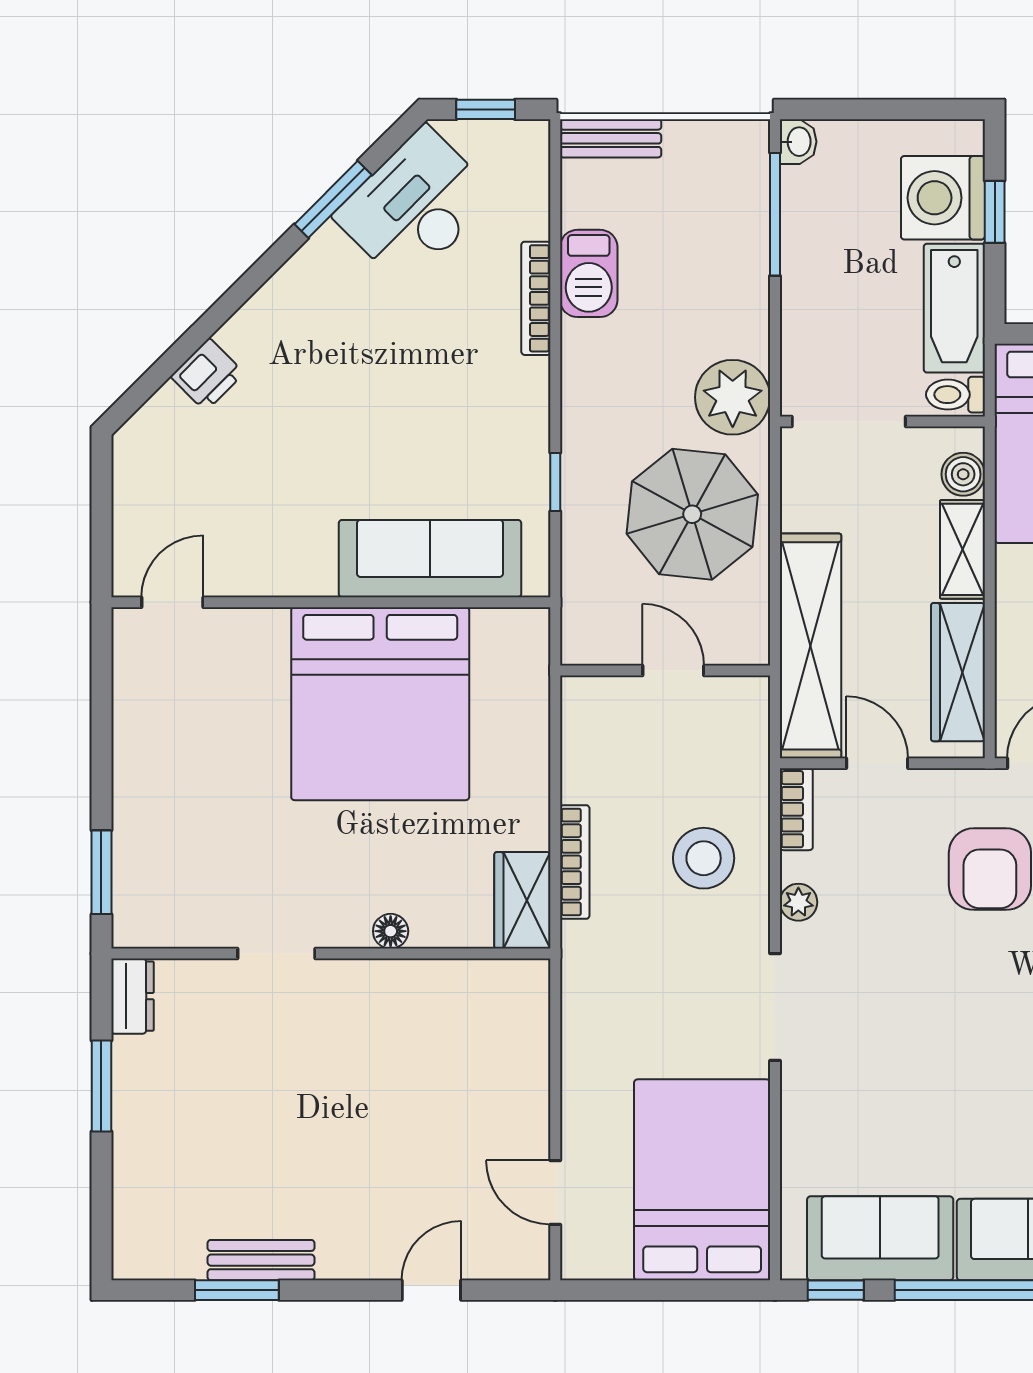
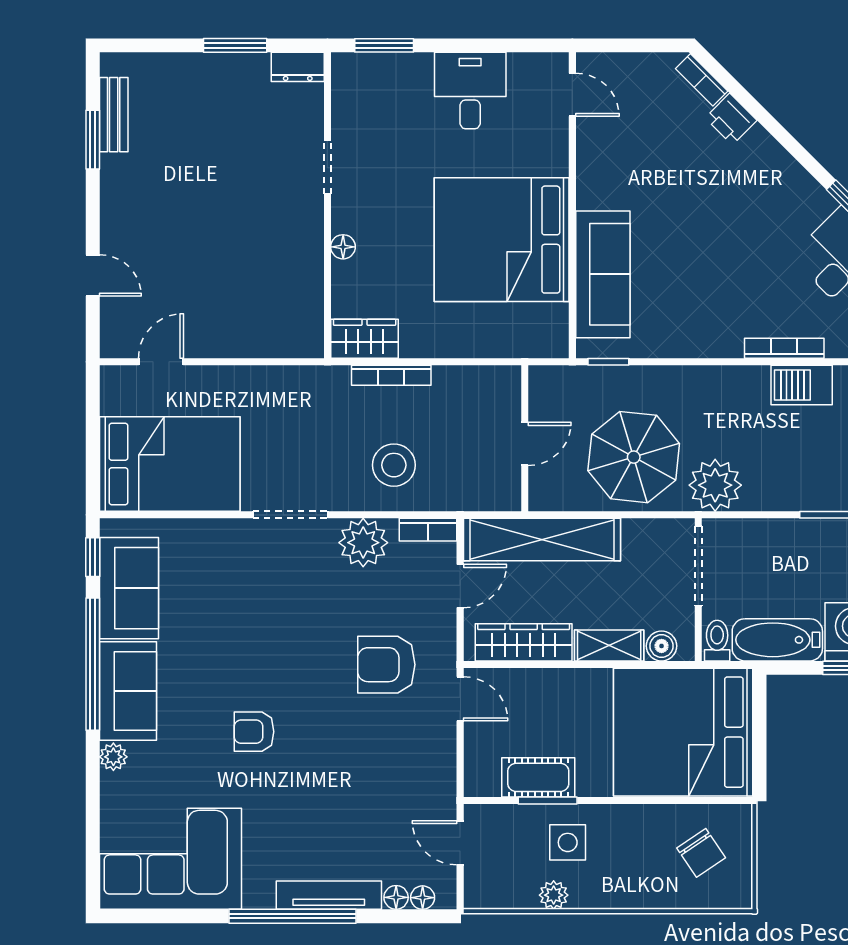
bookcase: (151, 417) -> (702, 80), added
window: (555, 482) -> (608, 362), moved
desk: (166, 749) -> (470, 91), added
plant: (798, 902) -> (363, 543), width x1.87, depth x1.87
bench: (261, 1260) -> (114, 115), moved

